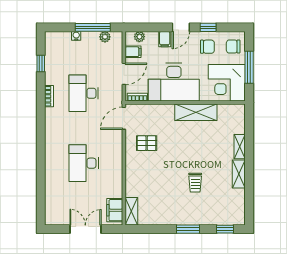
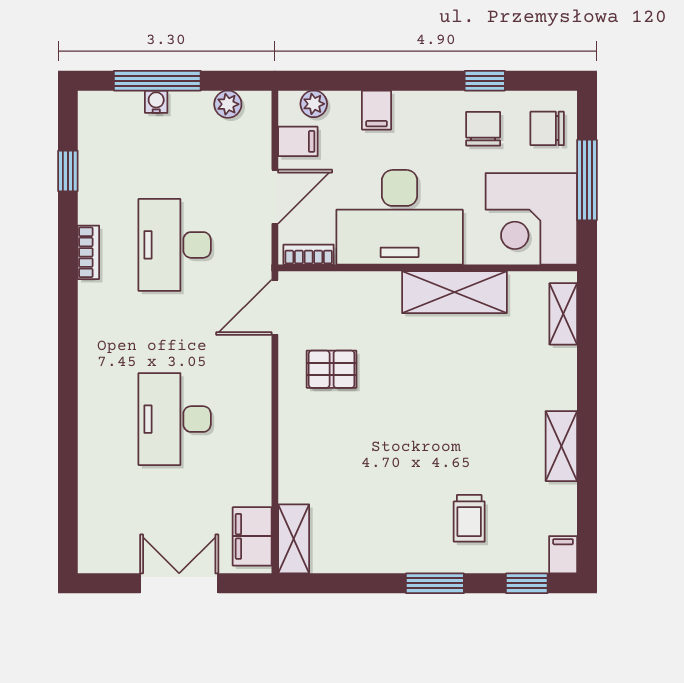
window: (93, 27) -> (157, 81), moved
door: (181, 27) -> (417, 81), removed
chair: (207, 47) -> (483, 129), turned -90
shelving: (240, 147) -> (563, 314), moved
trolley: (195, 183) -> (469, 518), moved
filing cabinet: (239, 218) -> (563, 555), added

